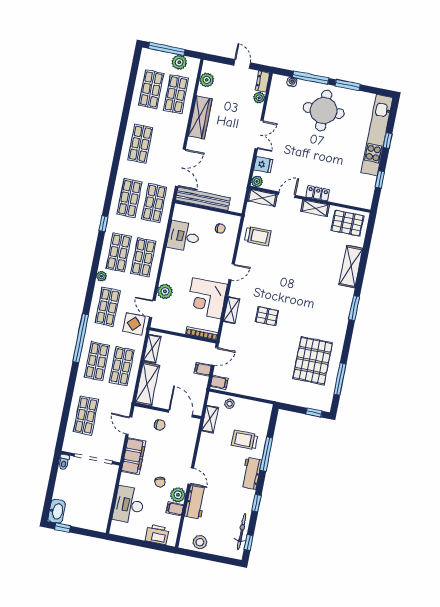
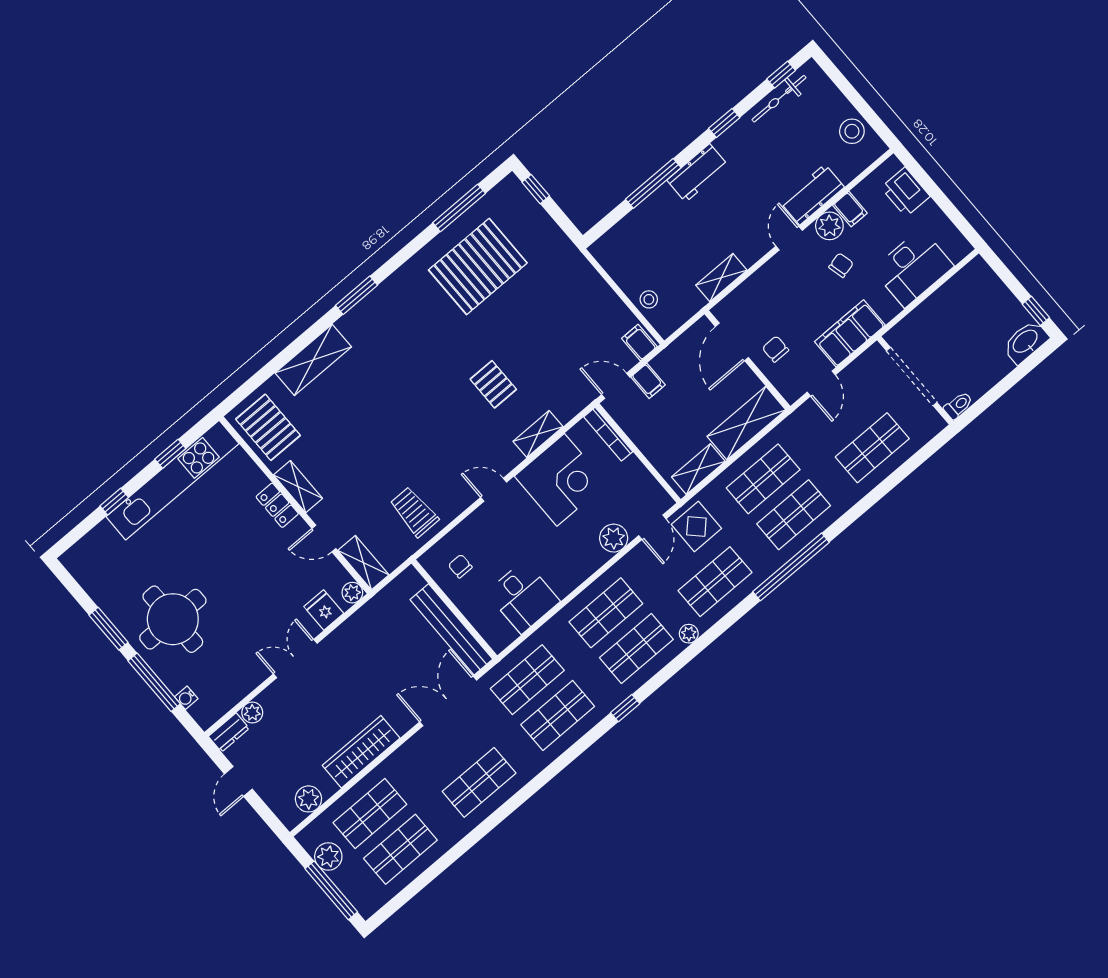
kitchen unit: (377, 135) -> (172, 480), moved
shelving: (210, 419) -> (721, 278), moved
trolley: (245, 440) -> (669, 229), removed

